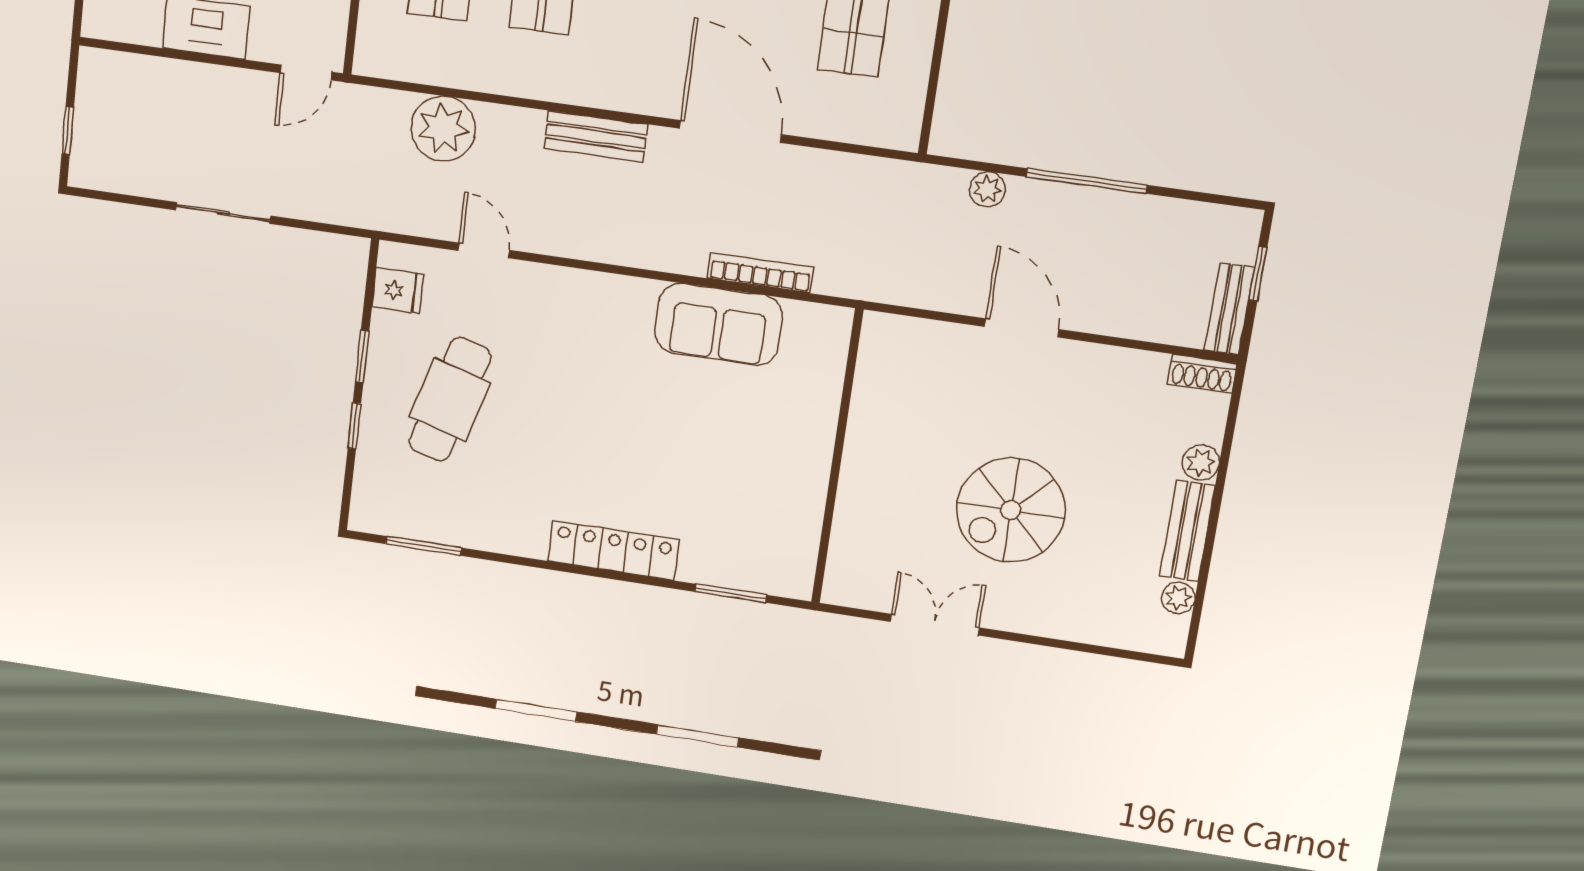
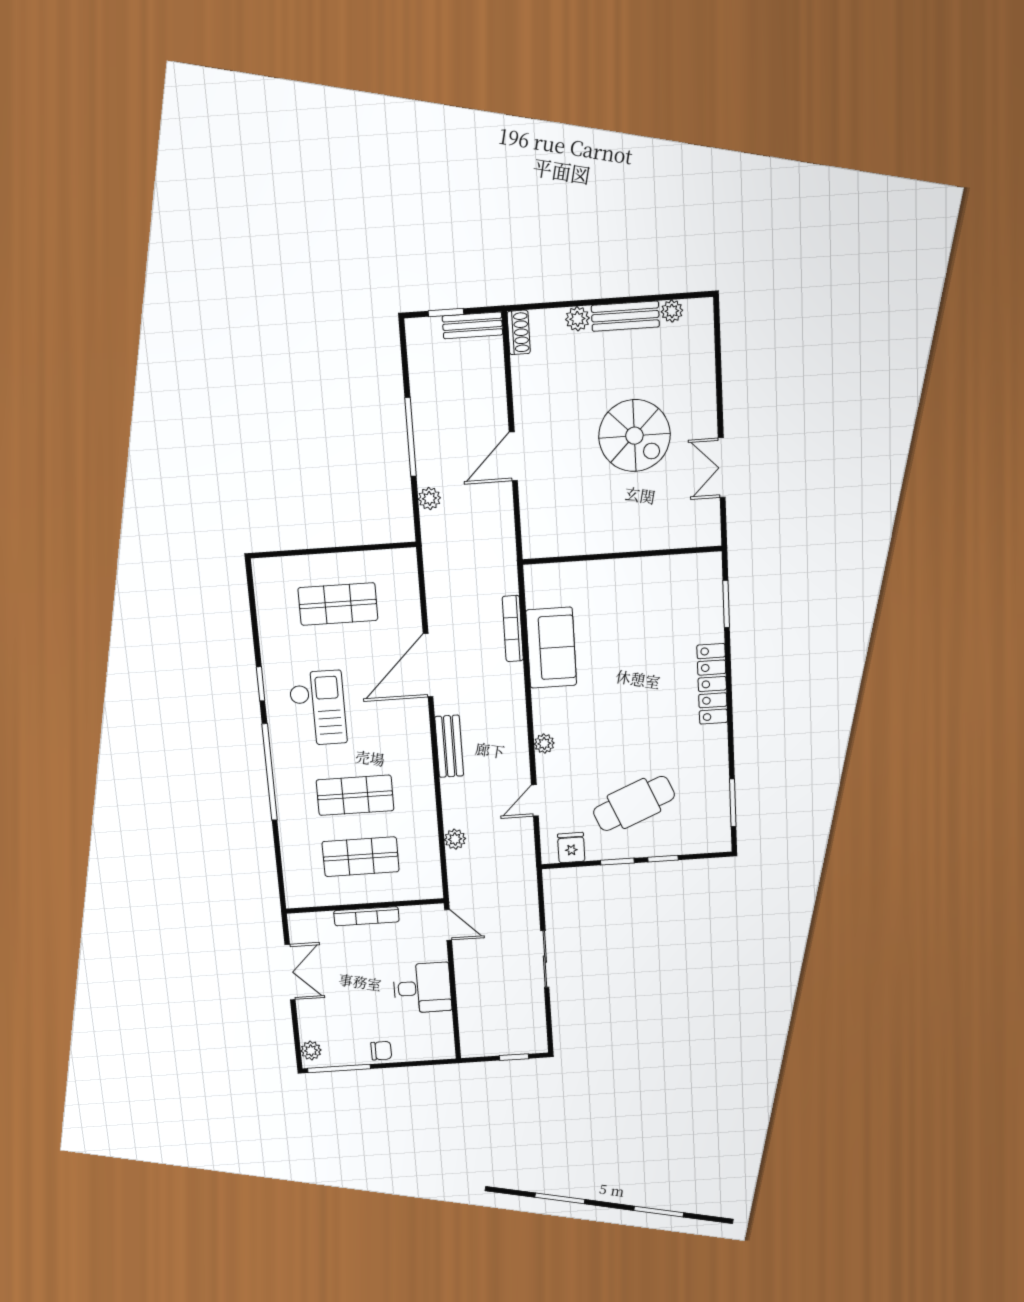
plant: (443, 129) -> (455, 839), width x0.53, depth x0.53
plant: (571, 283) -> (544, 744), added
cafe table: (450, 399) -> (634, 804), turned -39

